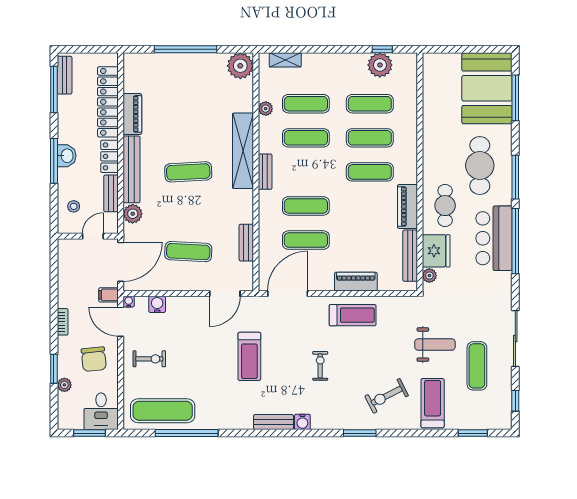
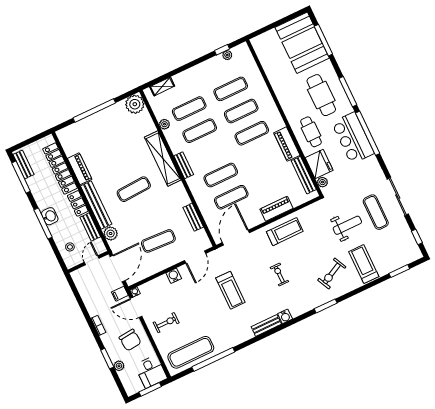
plant: (380, 65) -> (227, 55), width x0.53, depth x0.53
water cooler: (157, 304) -> (174, 276), moved
exercise mat: (477, 366) -> (376, 212), moved

